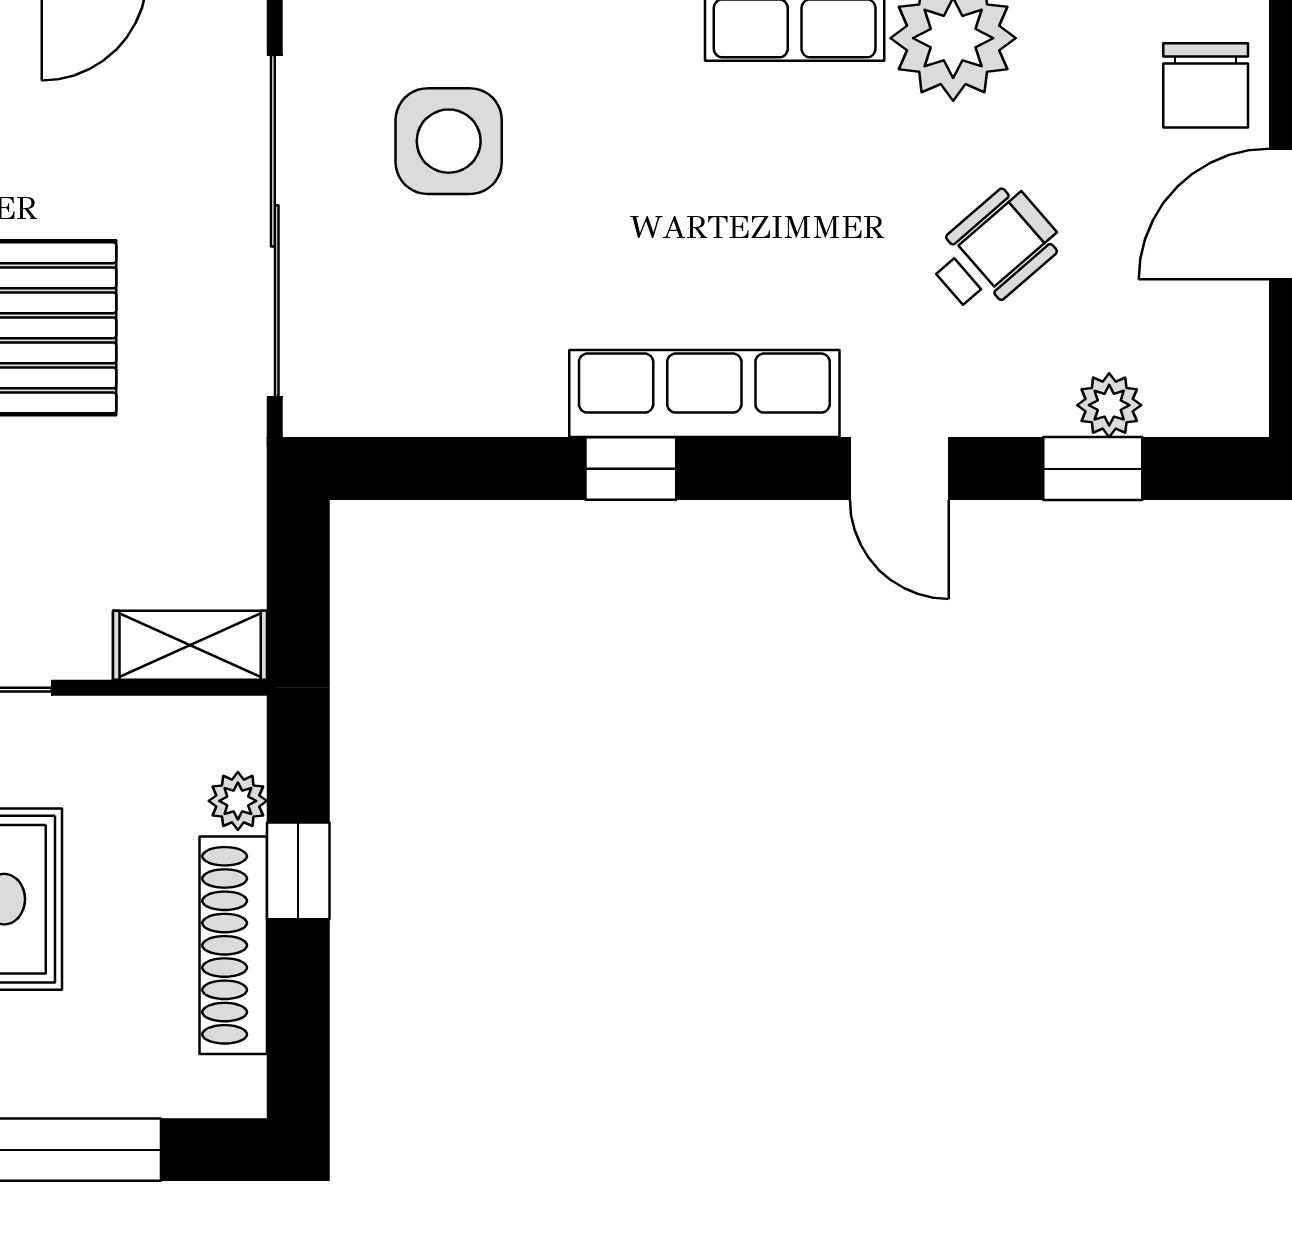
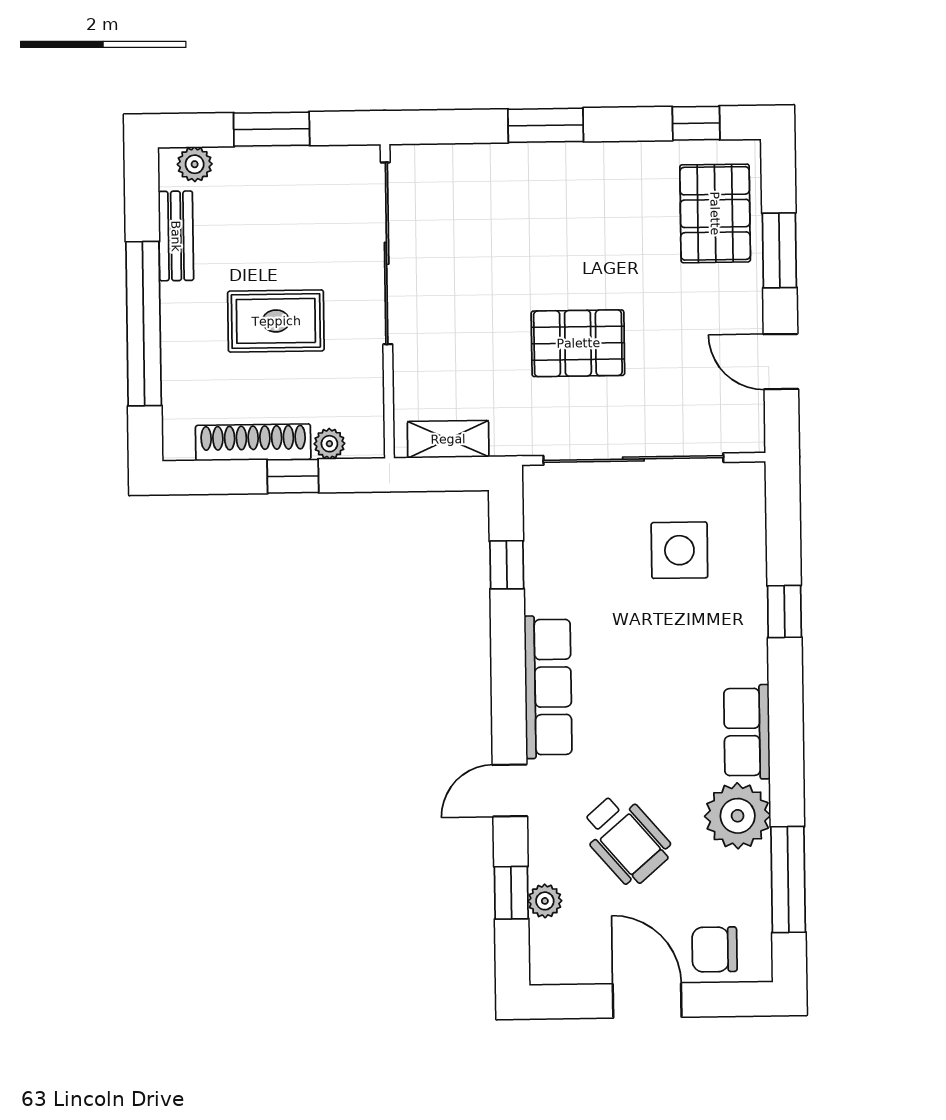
wheelchair: (994, 250) -> (626, 839), width x1.36, depth x1.37
window: (631, 469) -> (507, 565), moved
shelving: (190, 645) -> (448, 439), moved, turned 90

